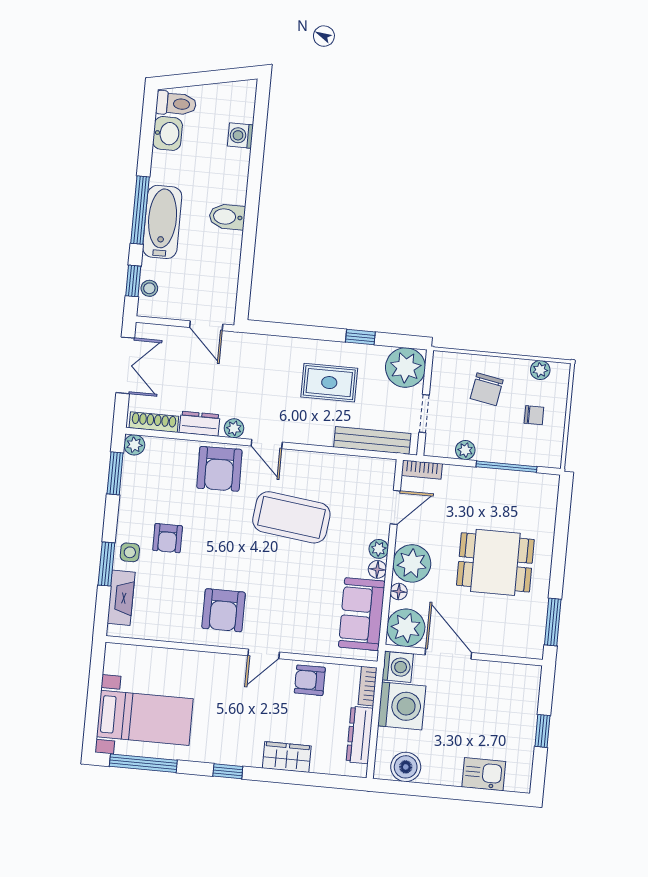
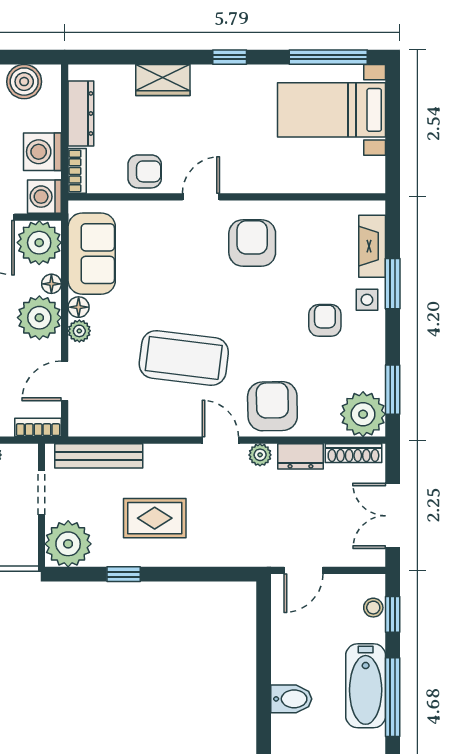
door: (206, 326) -> (303, 570), swing flipped
plant: (134, 445) -> (363, 414), width x1.87, depth x1.87
washing machine: (402, 706) -> (42, 152), width x0.73, depth x0.73

